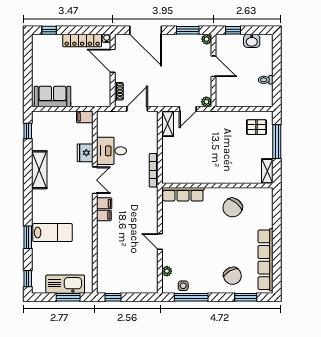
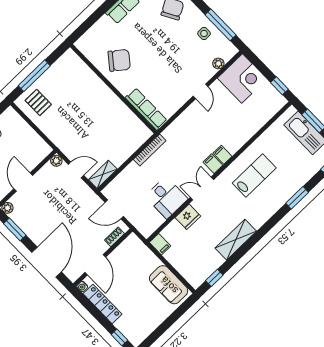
shelving: (267, 171) -> (64, 61), removed
lab bench: (52, 233) -> (254, 175), moved, turned 90
corner desk: (142, 277) -> (242, 79), added
side table: (183, 286) -> (204, 33), moved

